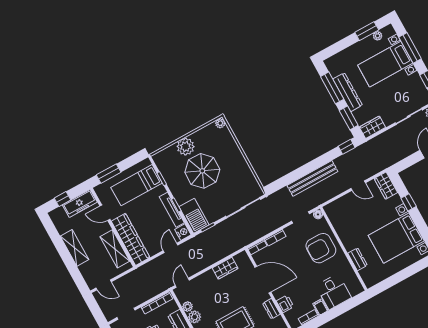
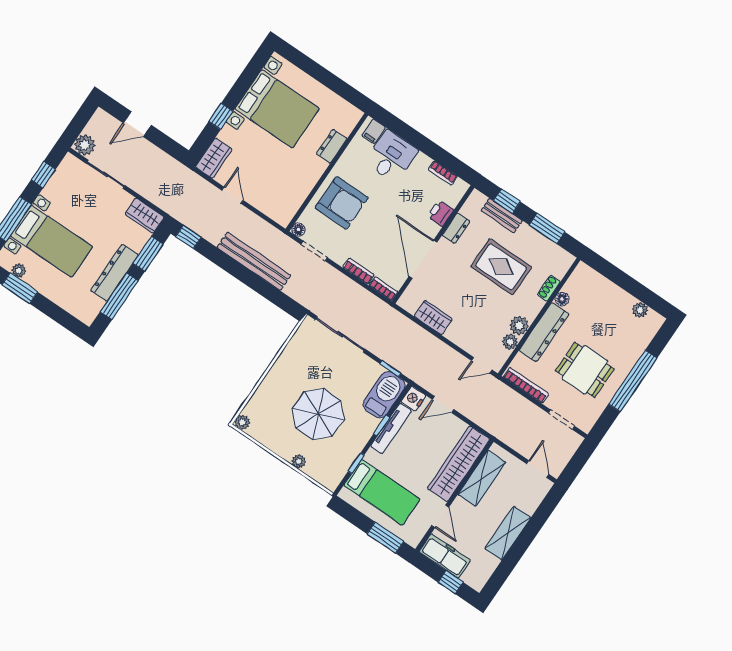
plant: (186, 147) -> (299, 461), width x0.53, depth x0.53
filing cabinet: (320, 307) -> (374, 131), moved

